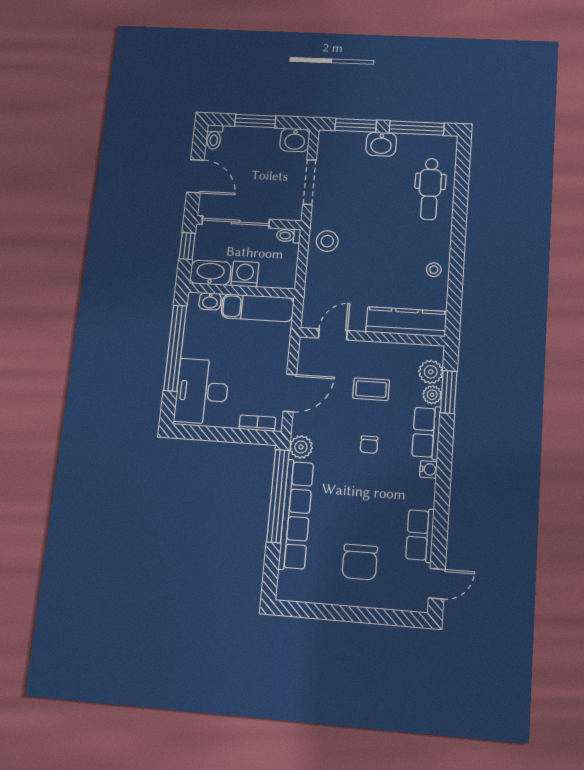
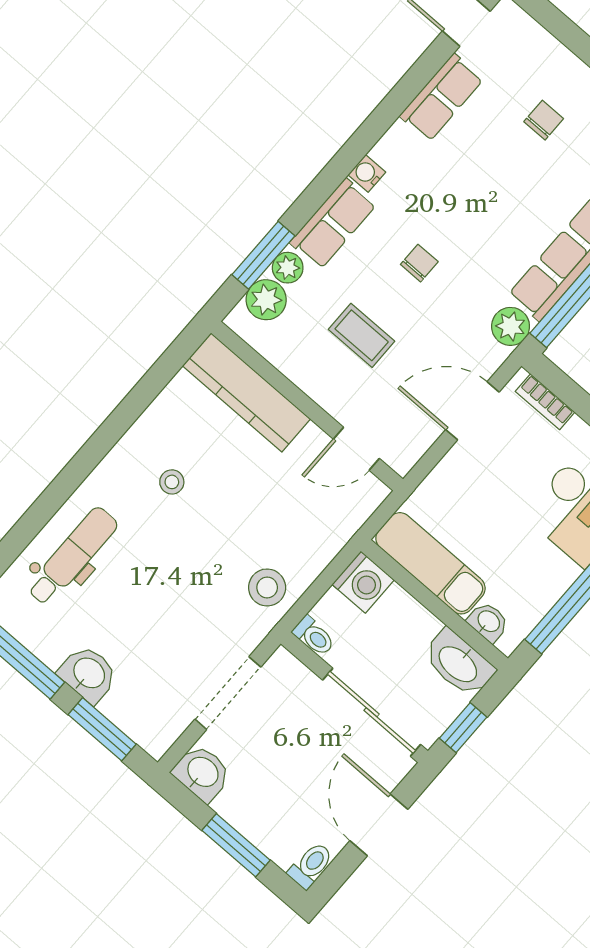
stool: (434, 270) -> (172, 482), moved
washing machine: (245, 274) -> (363, 582), moved, turned -90
chair: (360, 562) -> (544, 120), width x0.54, depth x0.54

